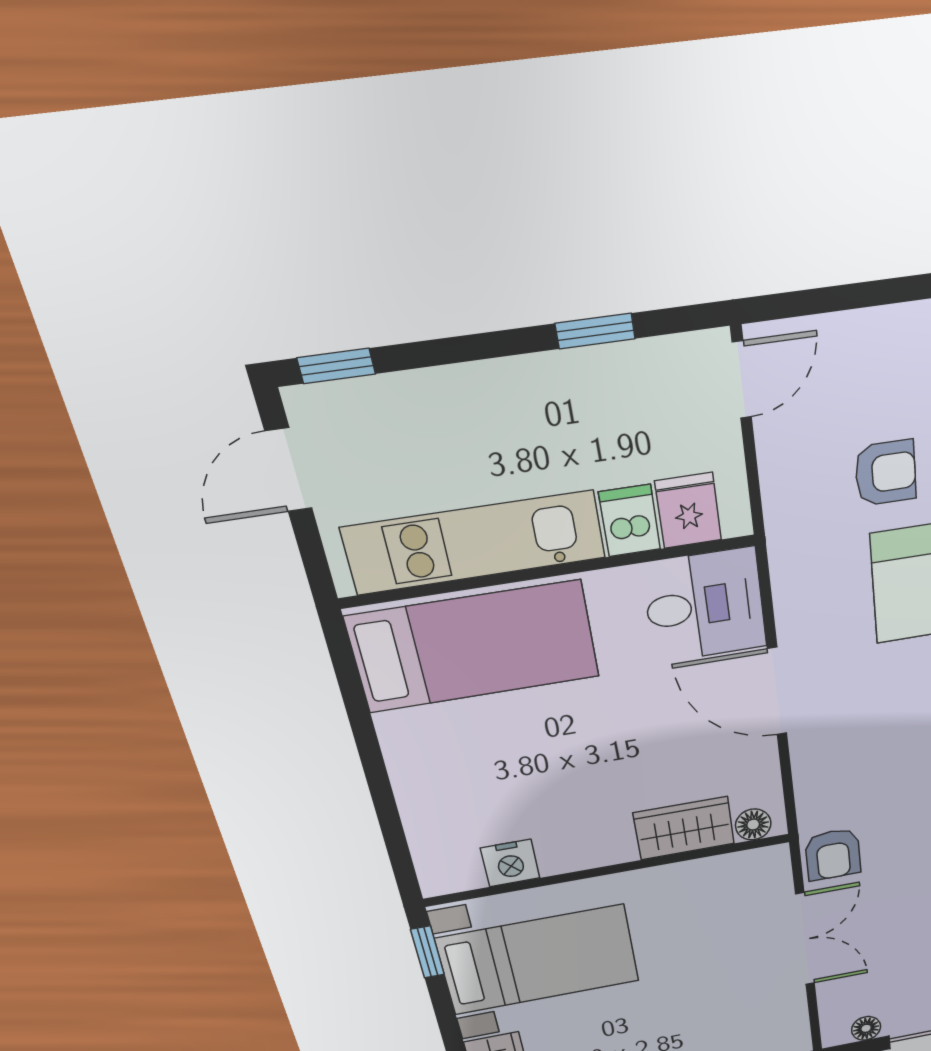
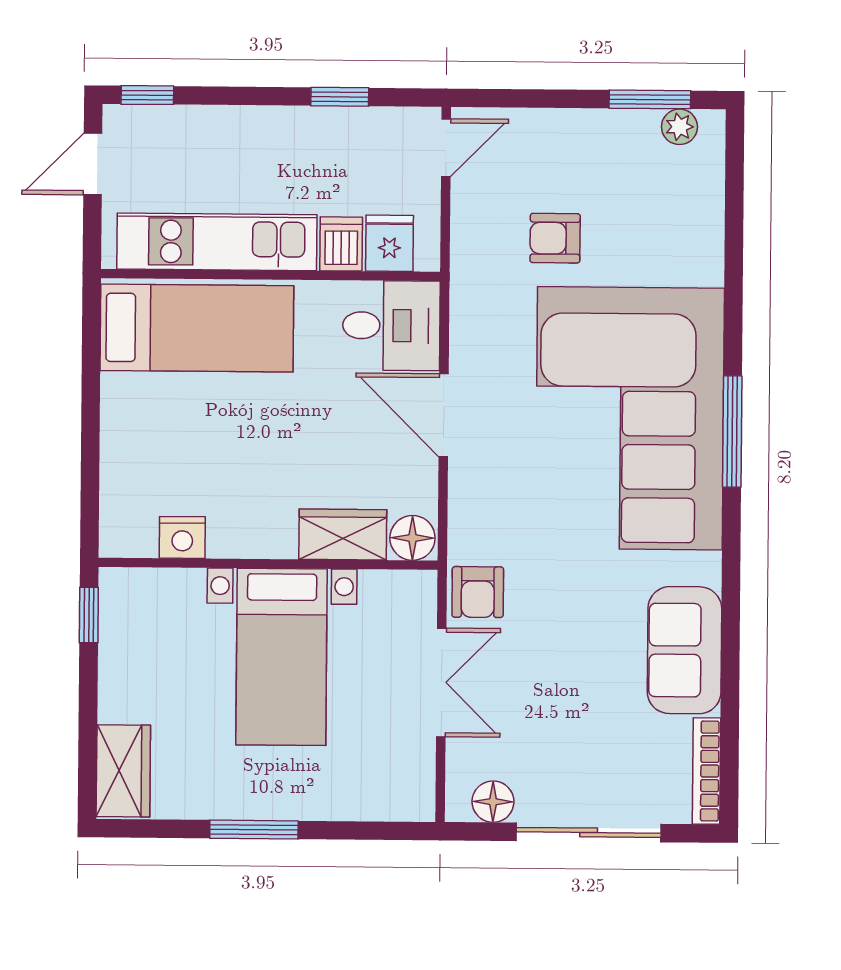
armchair: (886, 473) -> (555, 238), turned 180
floor lamp: (753, 825) -> (412, 538), width x1.37, depth x1.37
bed with nightstands: (539, 960) -> (281, 657), moved, turned 90
floor lamp: (866, 1028) -> (493, 802), width x1.37, depth x1.37

